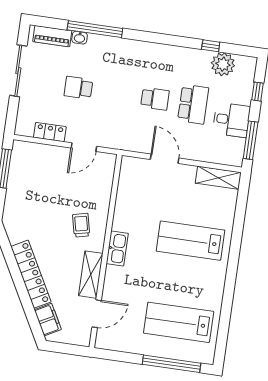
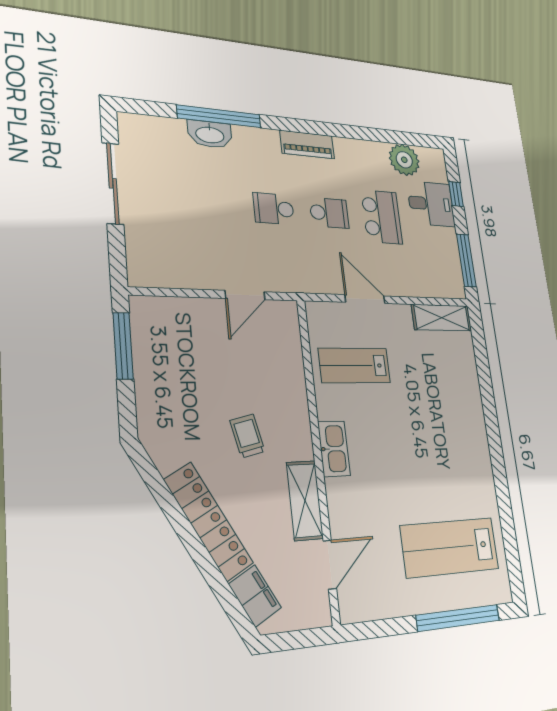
piano: (52, 36) -> (307, 144), moved
washbasin: (80, 38) -> (210, 134), width x1.91, depth x1.45
window: (211, 46) -> (382, 136), removed
school desk: (78, 88) -> (274, 209), moved
desk: (231, 120) -> (431, 204), moved
locker: (50, 132) -> (186, 277), removed
trolley: (81, 225) -> (248, 436), moved
lab bench: (190, 241) -> (354, 365), moved, width x0.73, depth x0.72

